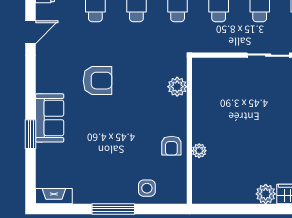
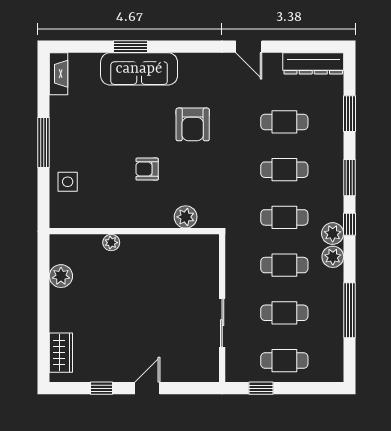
sofa: (50, 118) -> (139, 69), width x1.36
armchair: (171, 146) -> (147, 169), moved
plant: (266, 194) -> (61, 276), moved

